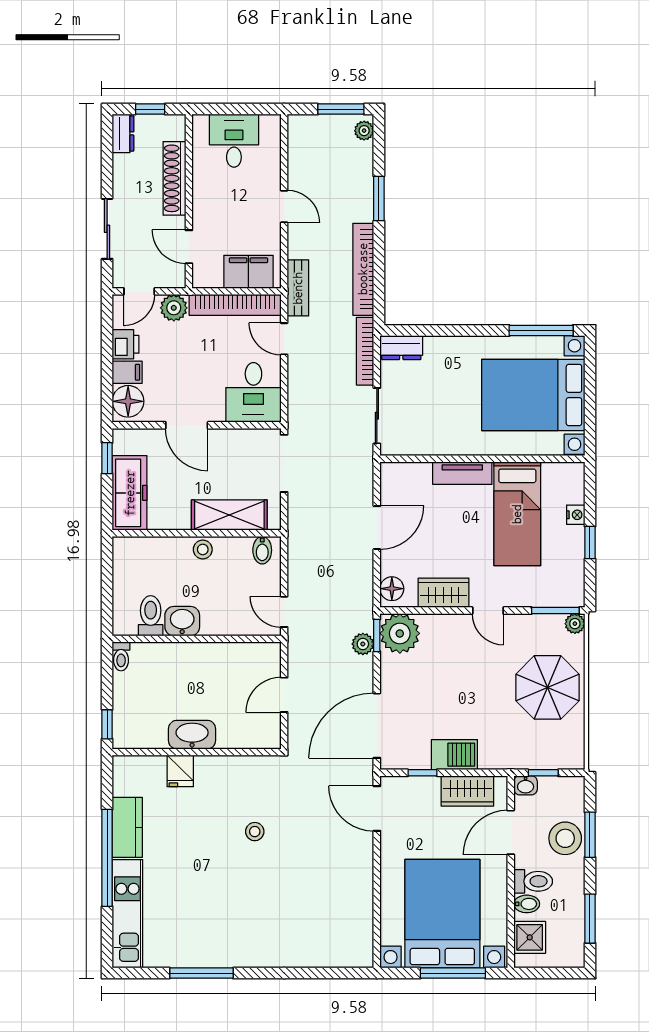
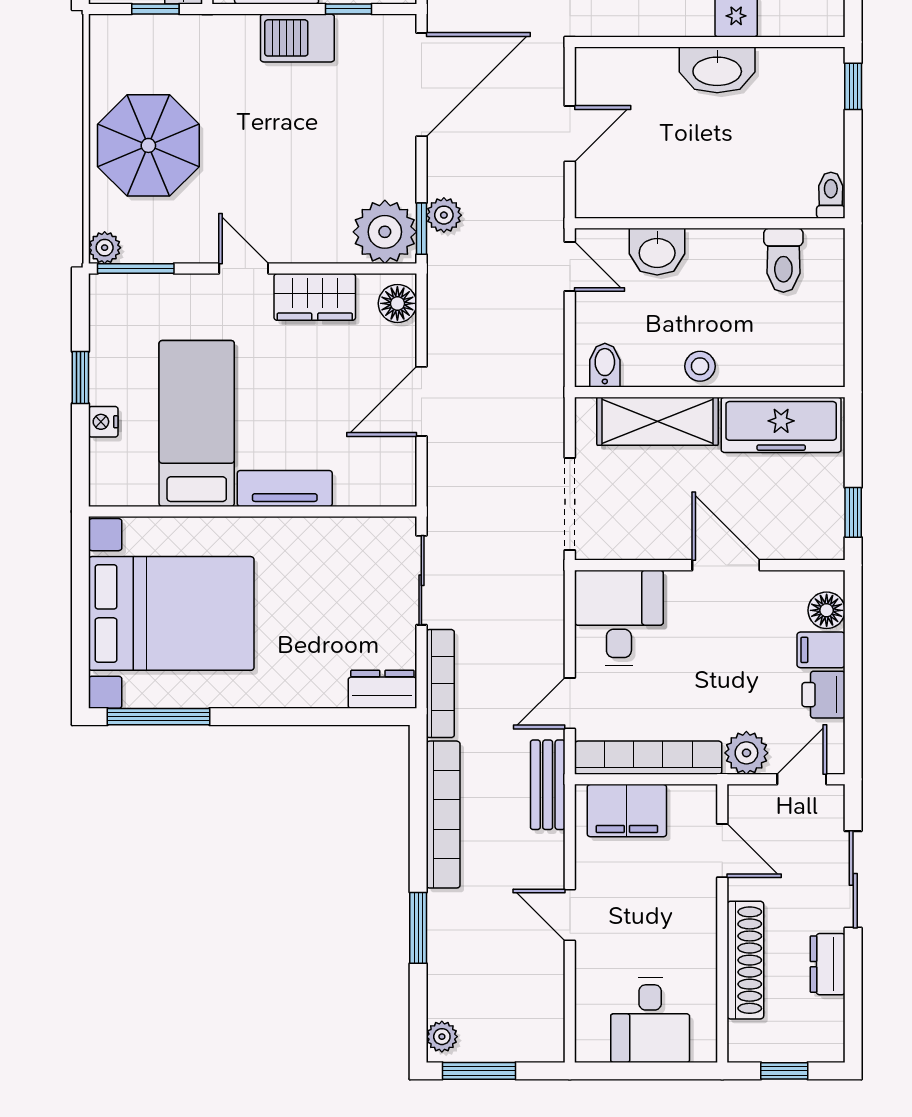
dresser: (123, 133) -> (828, 964), moved
door: (284, 339) -> (570, 703), swing flipped
floor lamp: (128, 401) -> (827, 610), width x0.73, depth x0.73
freezer: (130, 493) -> (781, 425), moved, turned -90
washbasin: (182, 621) -> (657, 252), moved

